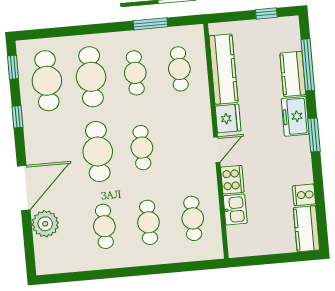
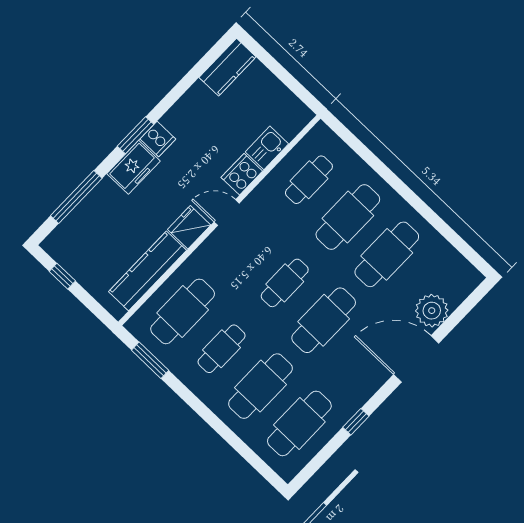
window: (150, 24) -> (150, 360), moved
window: (13, 67) -> (314, 465), removed
cafe table: (179, 69) -> (183, 311), width x1.37, depth x1.35
kitchen counter: (293, 74) -> (97, 203), removed
cooker: (304, 195) -> (158, 139), moved
cafe table: (149, 222) -> (348, 217), width x1.37, depth x1.35
cafe table: (104, 226) -> (387, 254), width x1.37, depth x1.35

